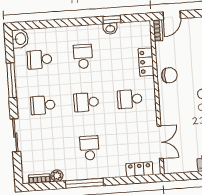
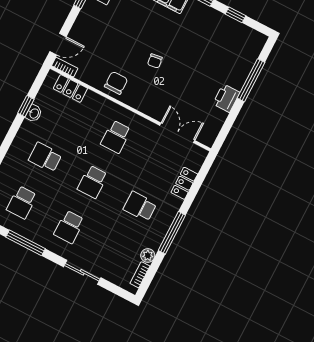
door: (172, 15) -> (58, 44), hinge flipped
locker: (146, 62) -> (70, 88), moved
locker: (139, 169) -> (184, 183), moved

